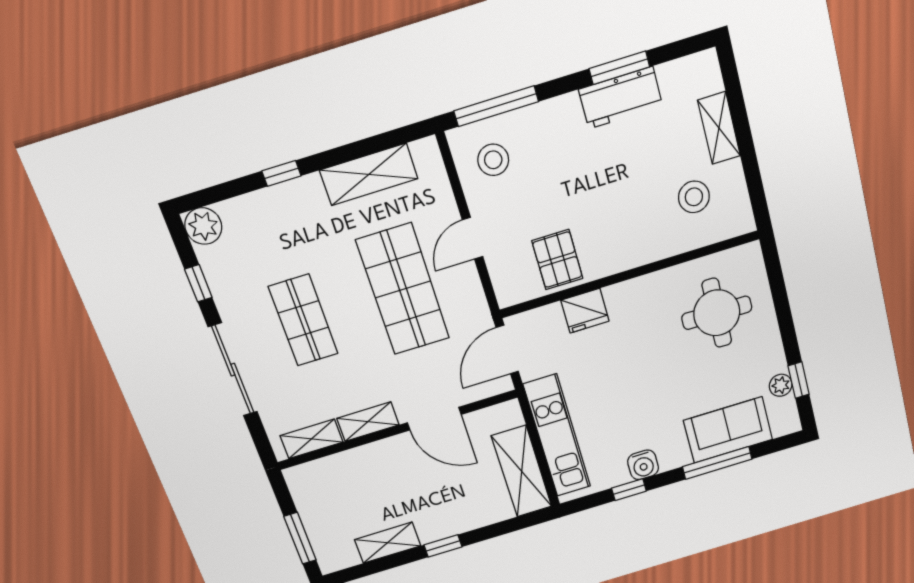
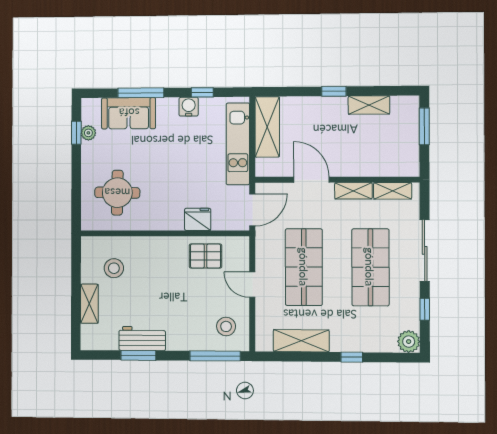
door: (473, 238) -> (252, 285), swing flipped
pallet: (557, 260) -> (205, 256), turned 90
shop shelf: (303, 320) -> (370, 267), width x1.43, depth x1.36

